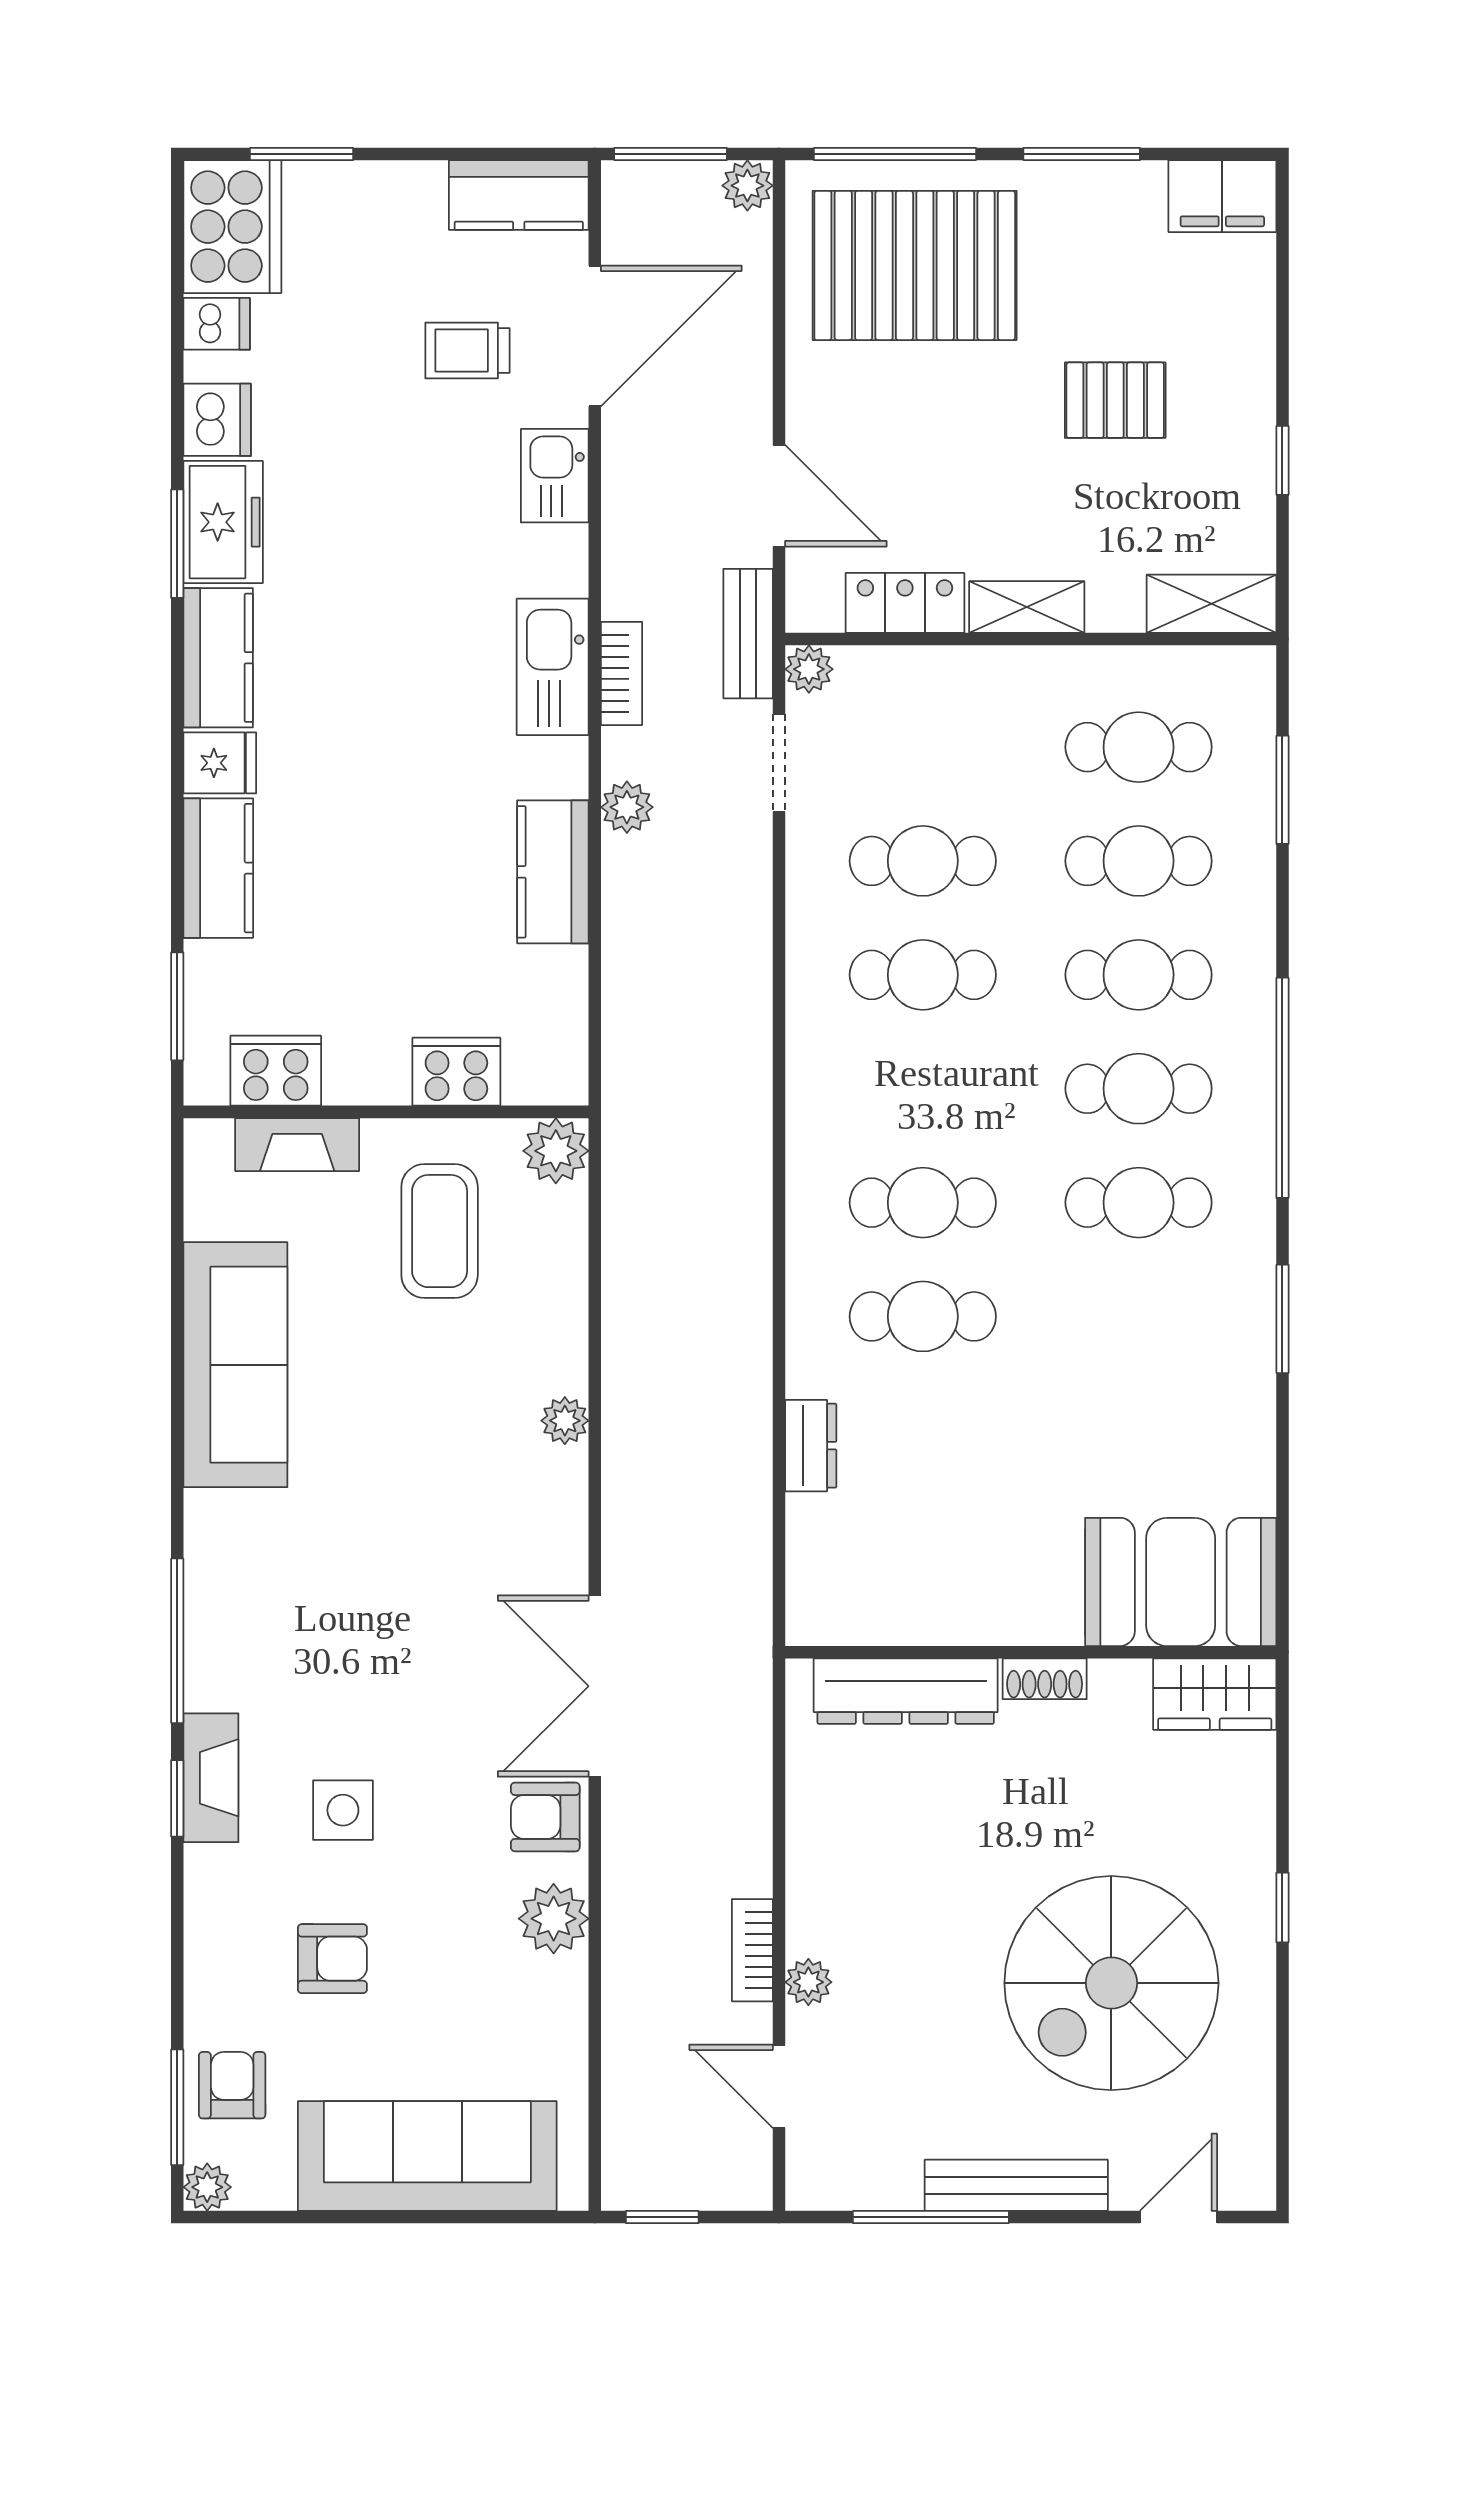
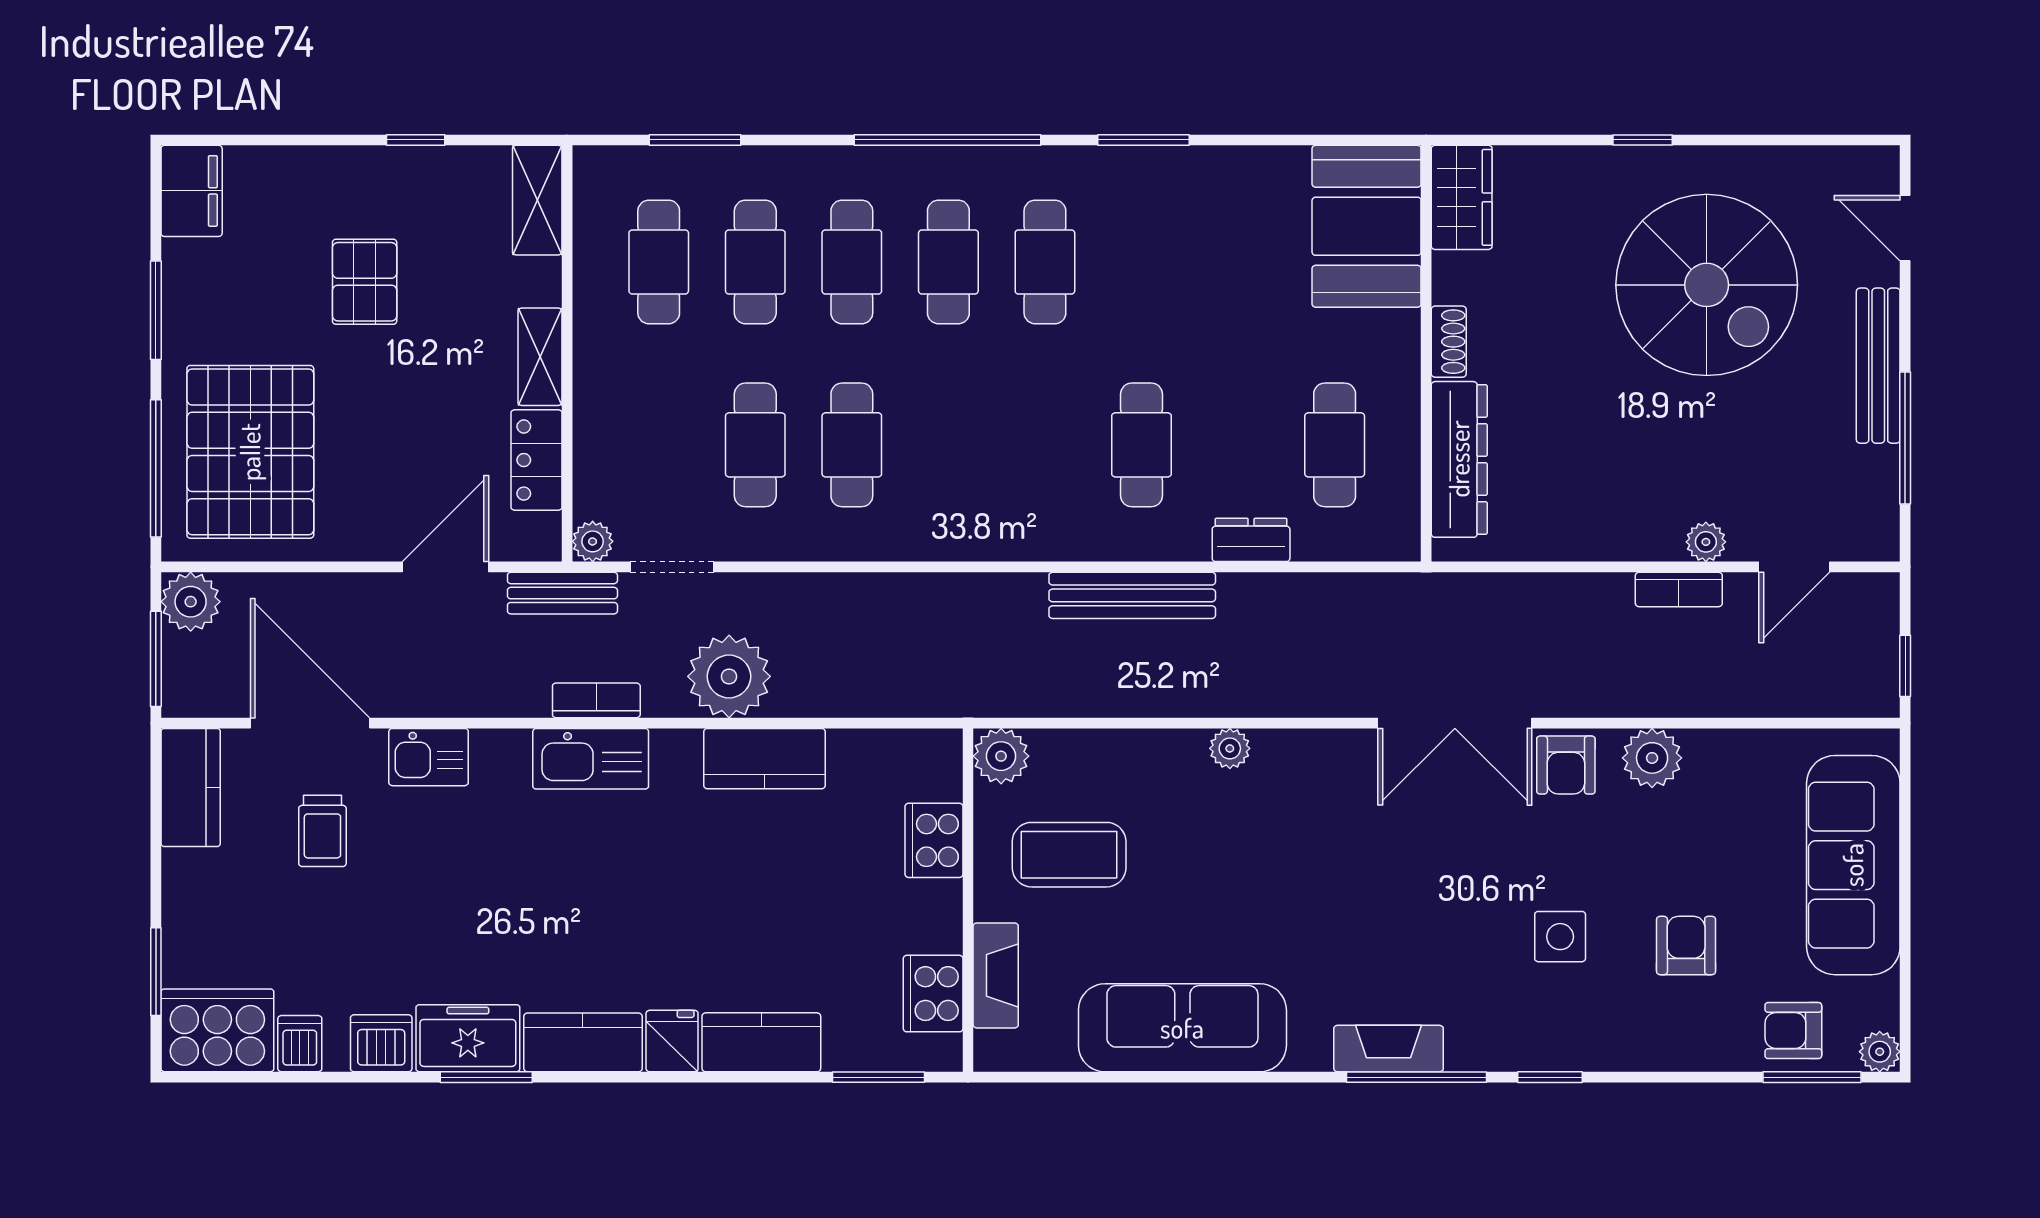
plant: (747, 186) -> (191, 602), width x1.38, depth x1.38
plant: (627, 807) -> (729, 676), width x1.88, depth x1.88
cafe table: (923, 1203) -> (1335, 445), moved
bench: (745, 1305) -> (1132, 595), added
fireplace: (211, 1778) -> (1389, 1049), moved

